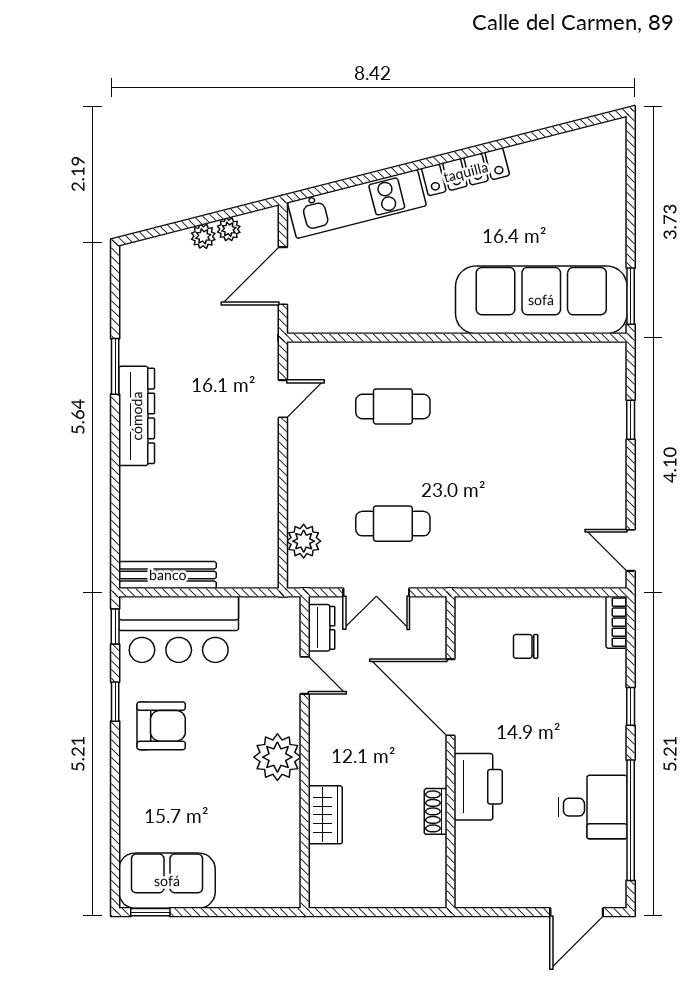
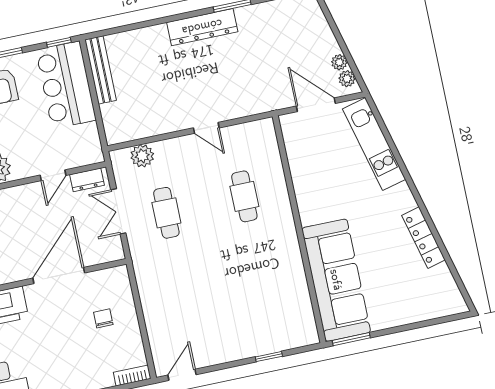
locker: (466, 172) -> (424, 238), moved
plant: (203, 236) -> (347, 79), moved
door: (283, 399) -> (206, 128), moved

